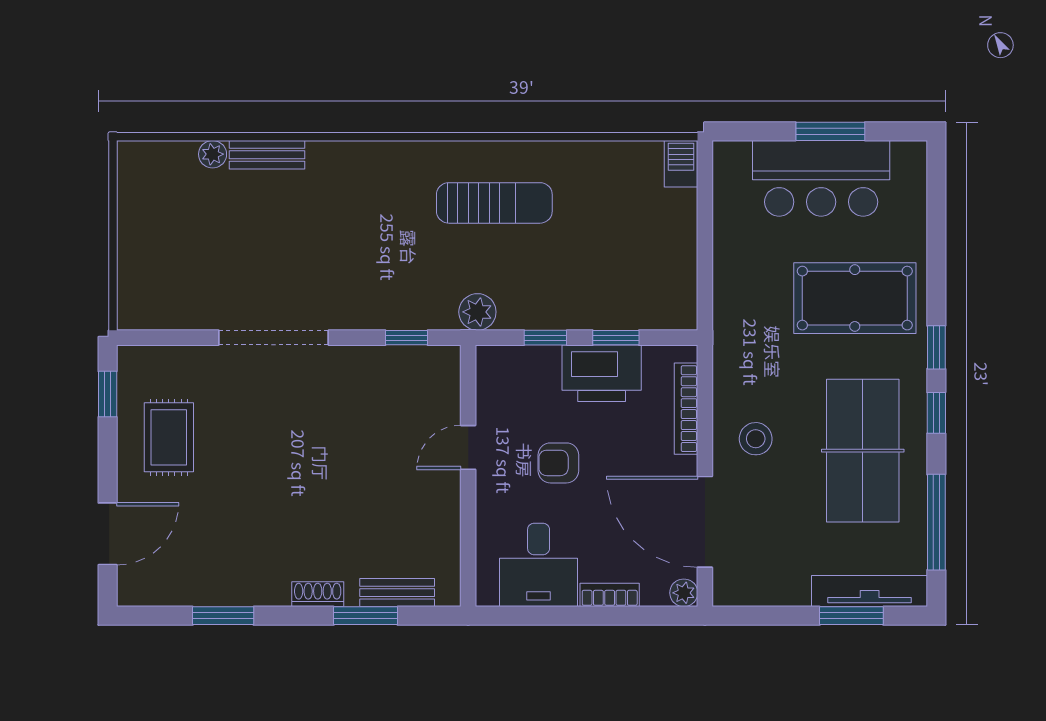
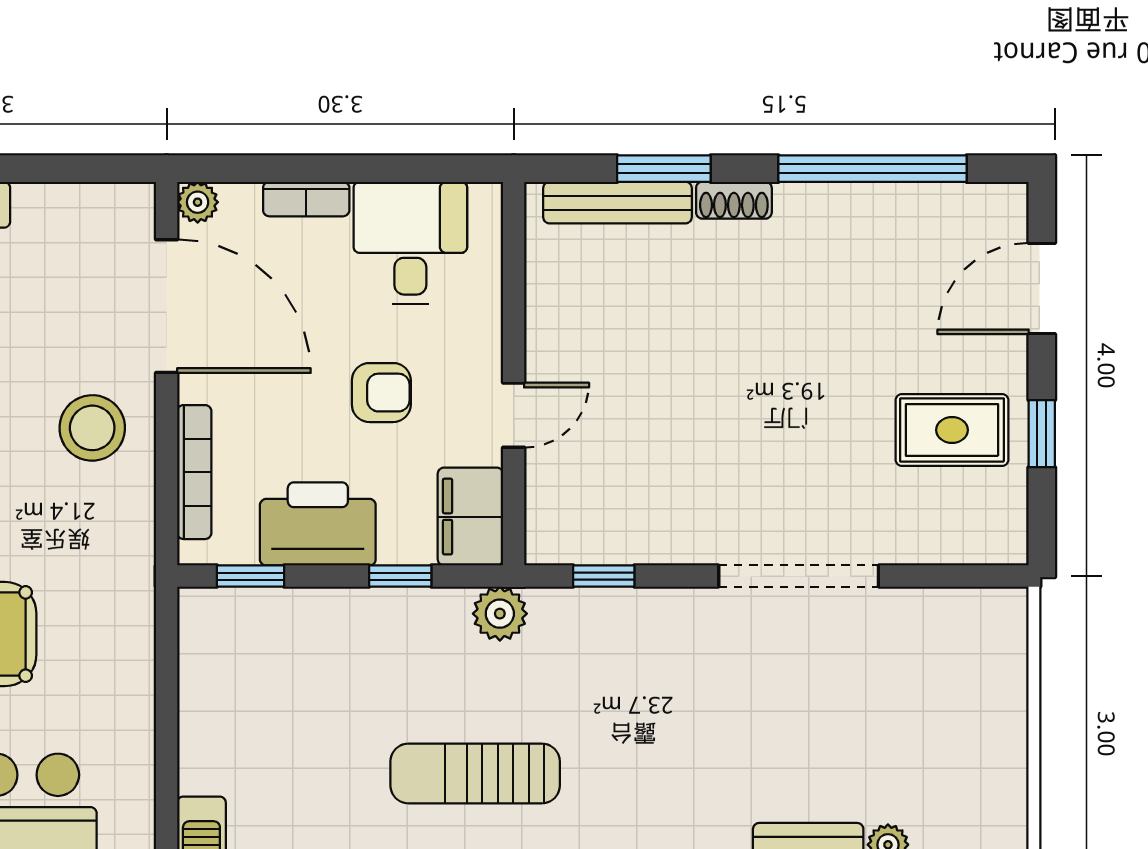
window: (616, 338) -> (250, 576), moved
filing cabinet: (498, 378) -> (470, 517), added
window: (108, 394) -> (1042, 434), moved
rug: (169, 437) -> (952, 430), turned 90
stool: (756, 439) -> (92, 428), width x1.38, depth x1.38
bench: (397, 593) -> (618, 203), width x1.36
window: (223, 616) -> (872, 169), width x2.11

